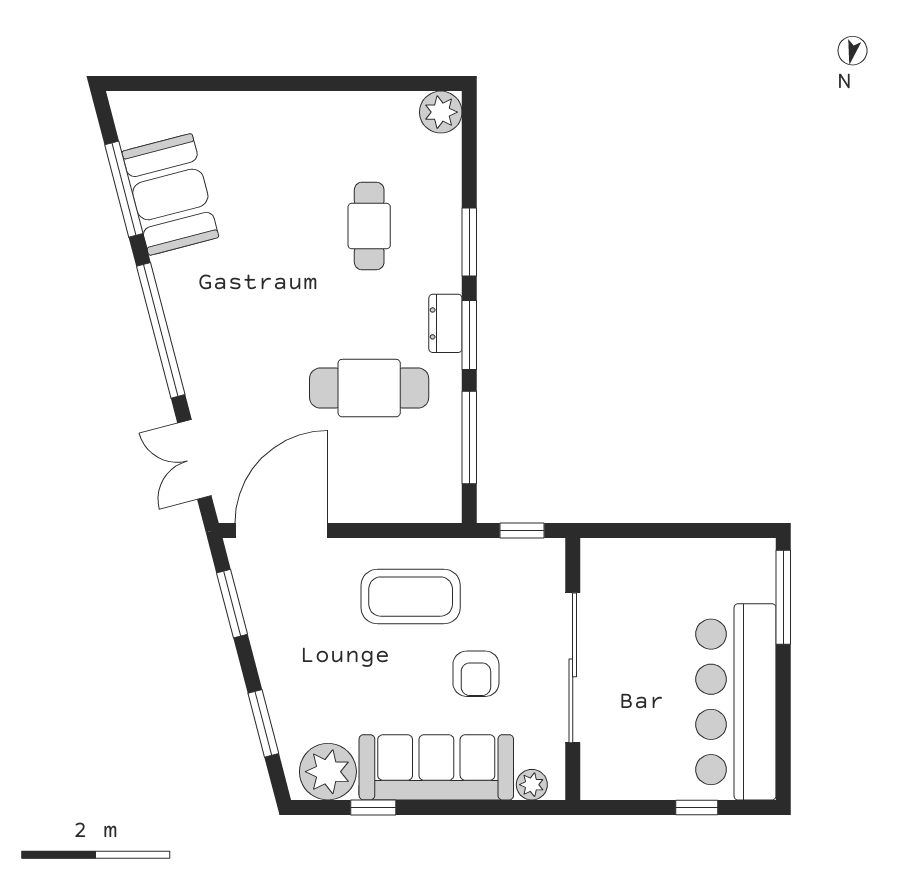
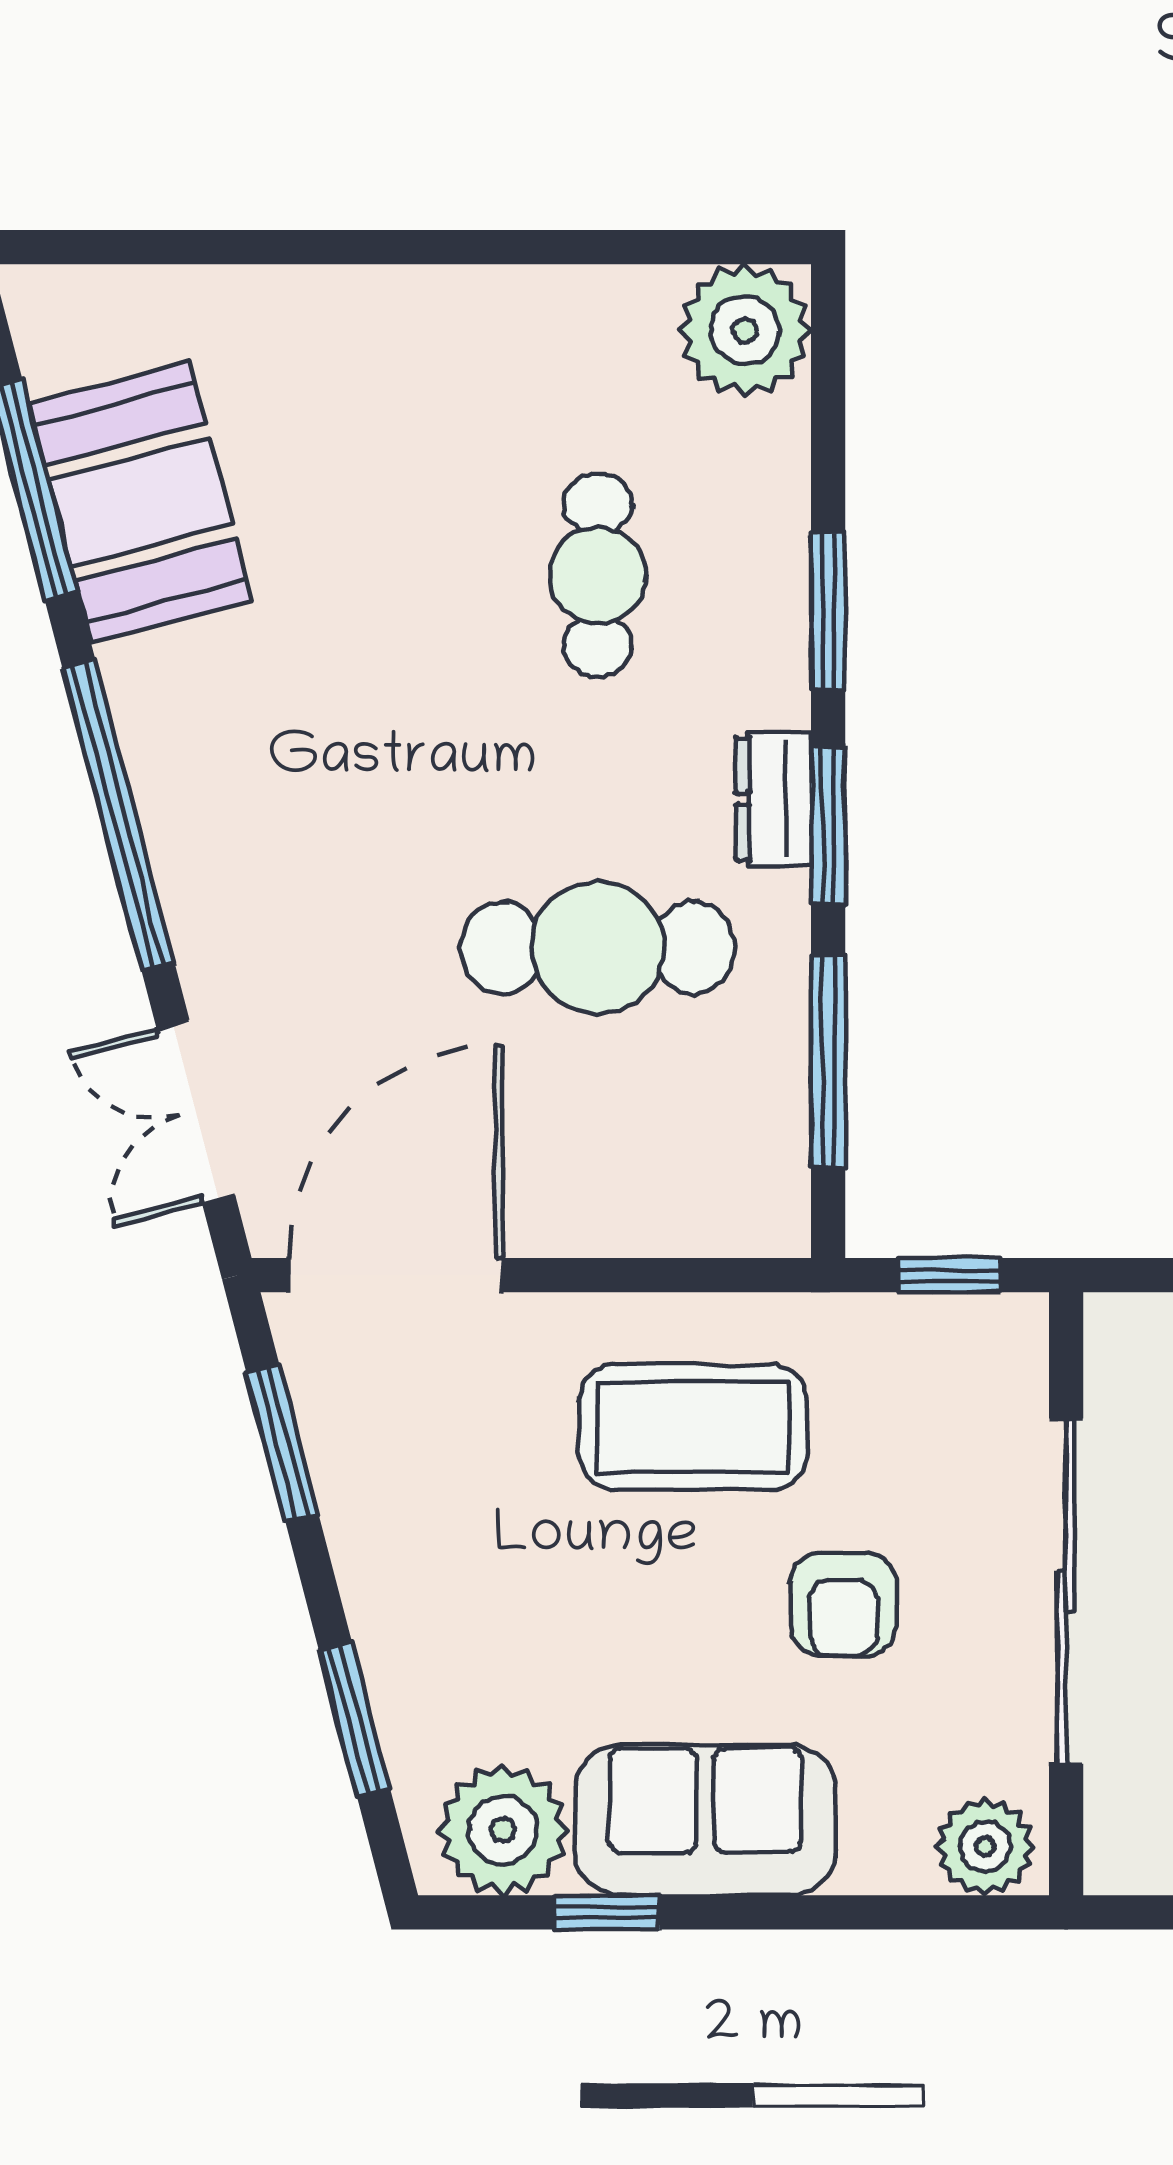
plant: (441, 112) -> (745, 330), width x1.36, depth x1.36
sofa: (436, 767) -> (705, 1820), width x0.73
plant: (532, 785) -> (985, 1847), width x1.38, depth x1.38

